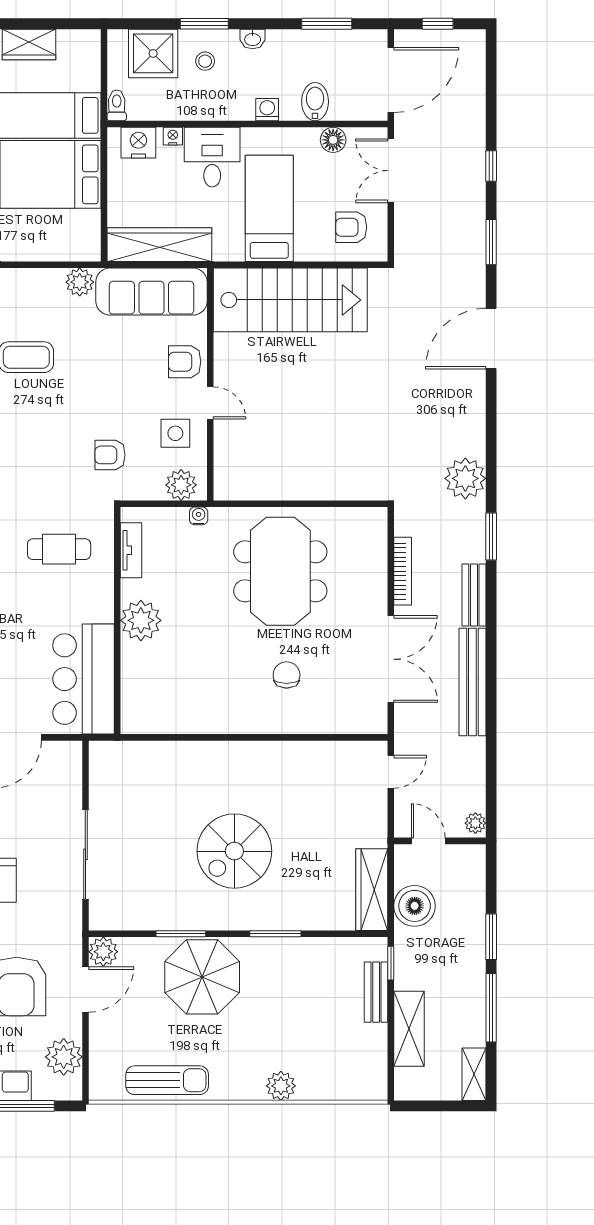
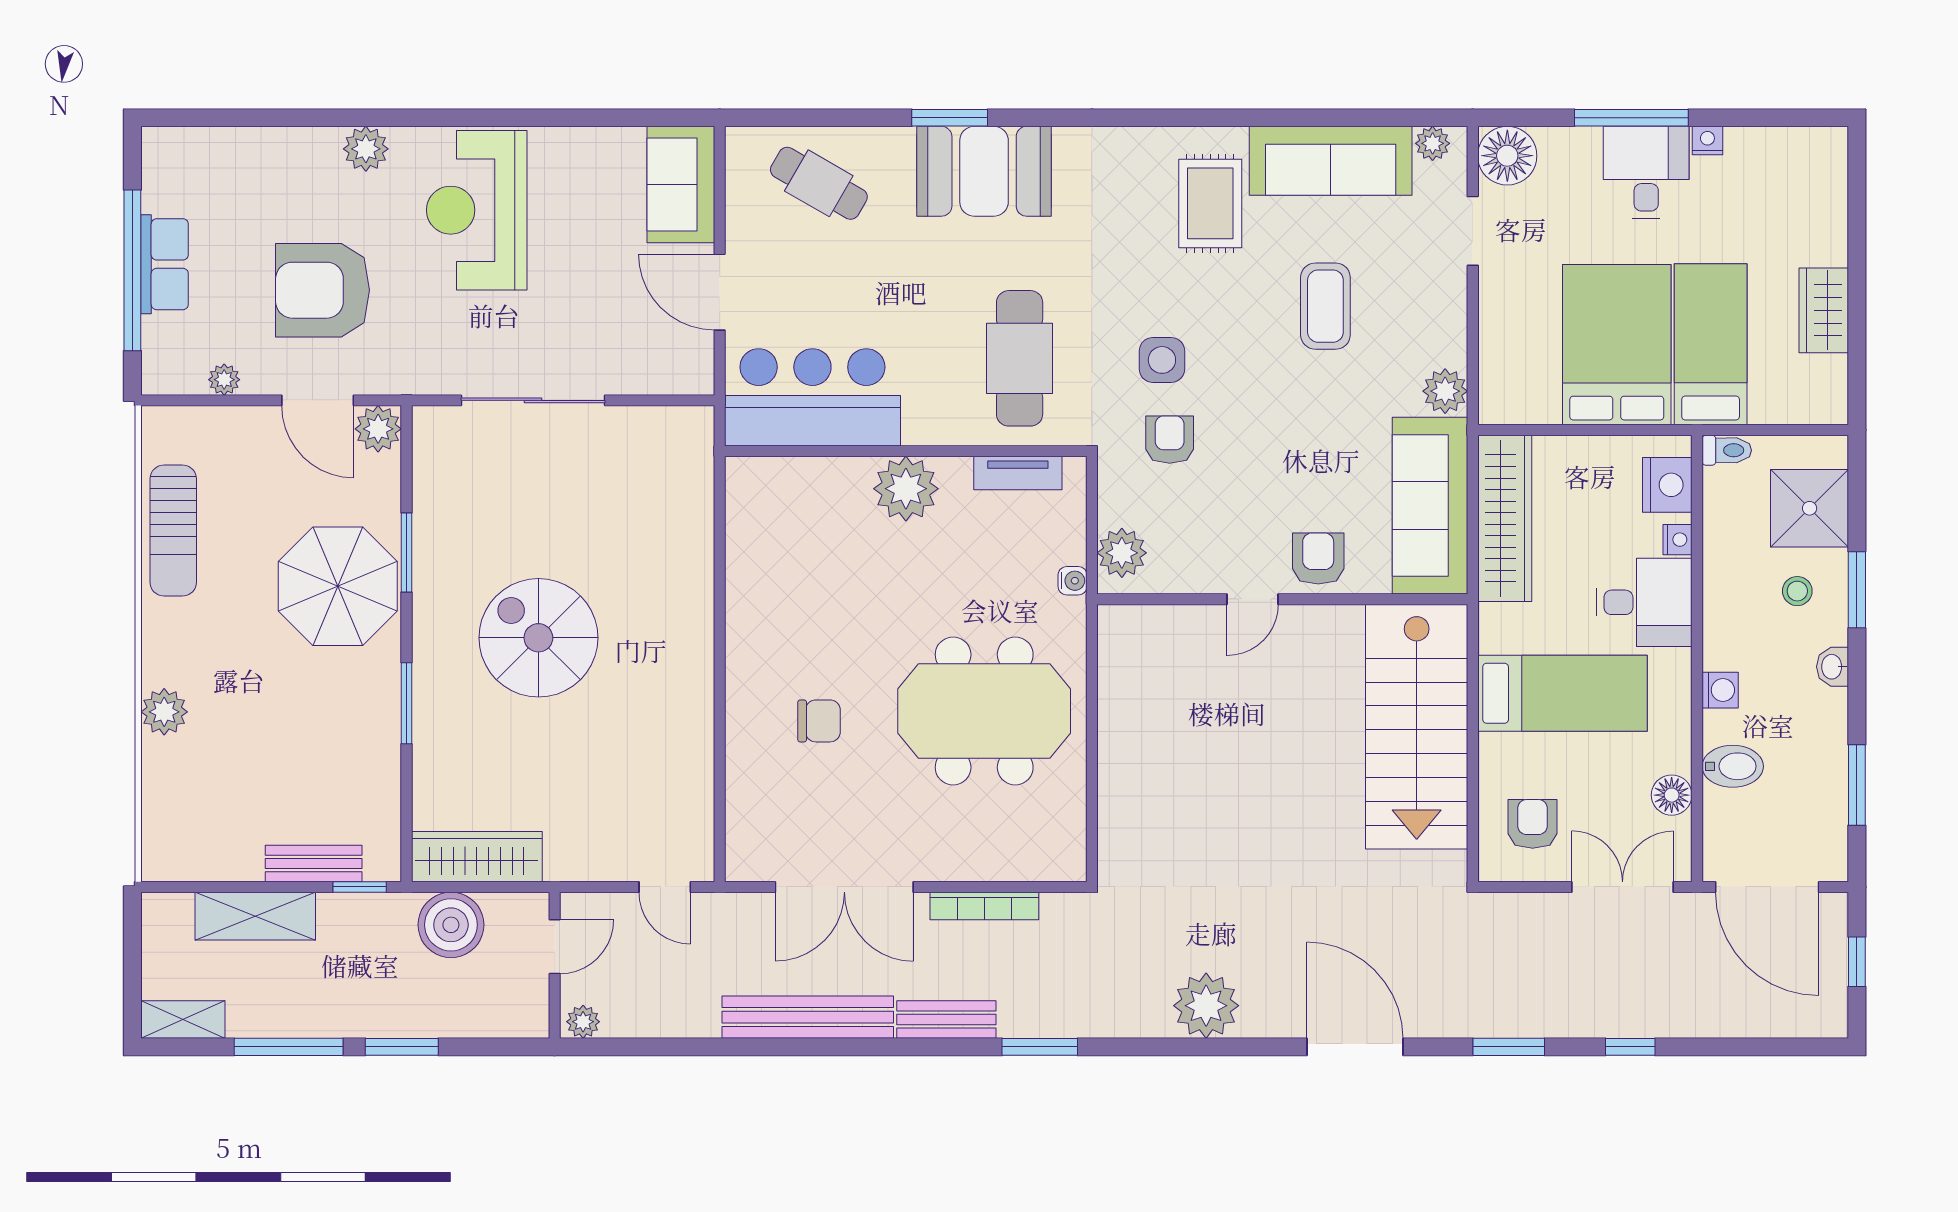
side table: (175, 433) -> (1162, 360), moved
plant: (465, 478) -> (1206, 1006), moved
cafe table: (59, 549) -> (1020, 358), width x1.37, depth x1.35
plant: (64, 1057) -> (224, 380), width x0.53, depth x0.53

